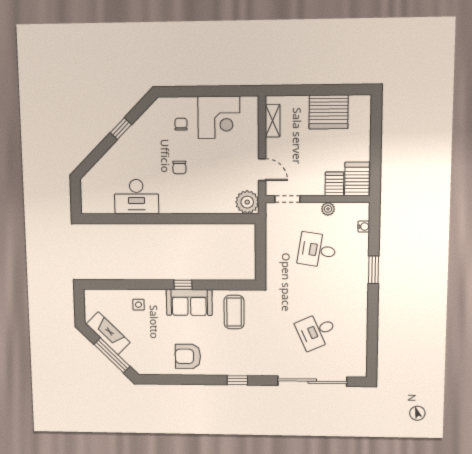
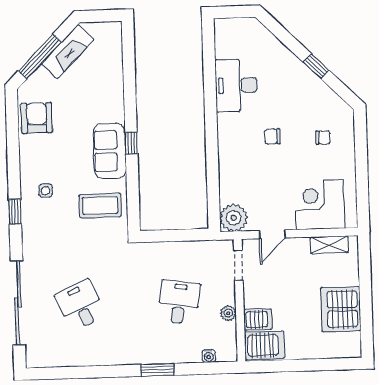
corner desk: (219, 117) -> (319, 205), moved, turned 90
side table: (138, 305) -> (46, 191), moved
armchair: (188, 356) -> (37, 118), moved

